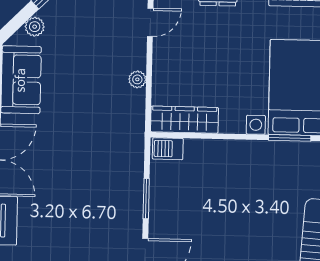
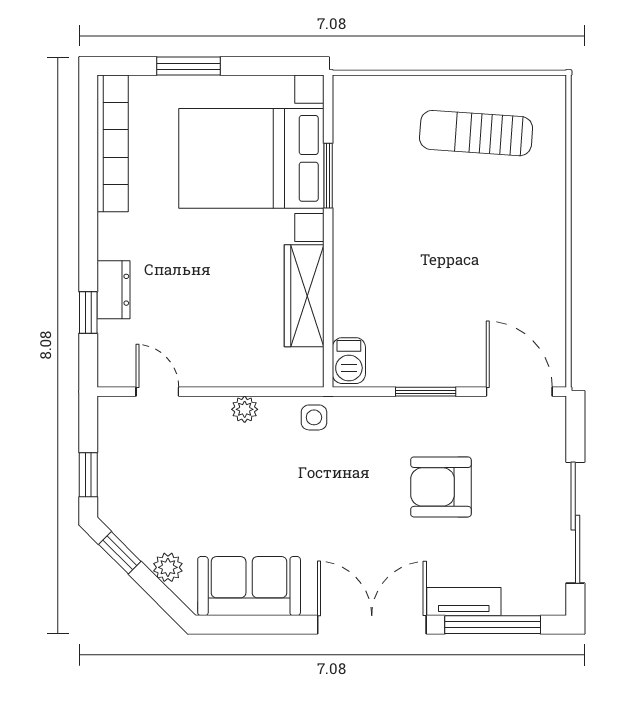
wardrobe: (184, 120) -> (304, 296), moved
side table: (131, 125) -> (314, 417), added
armchair: (83, 207) -> (441, 487), added

